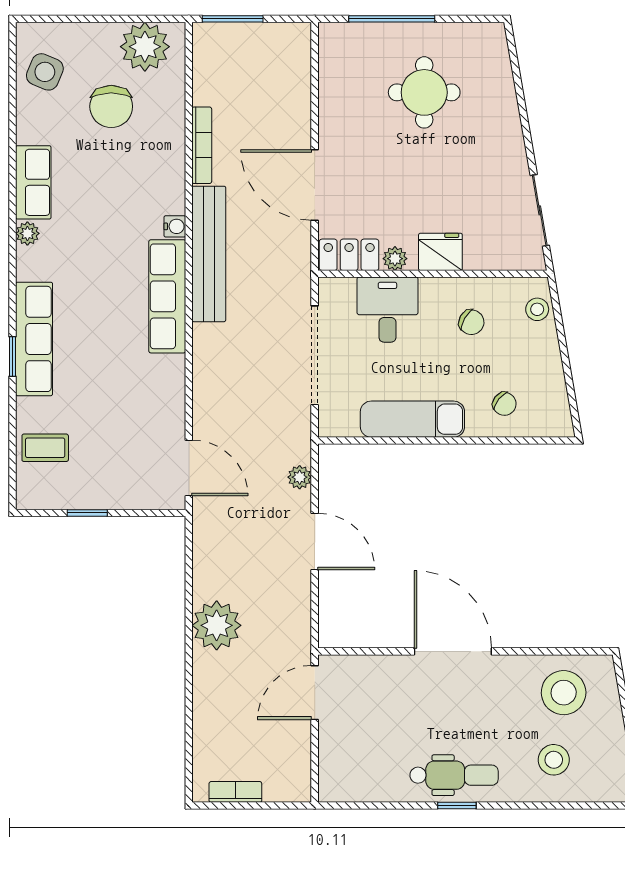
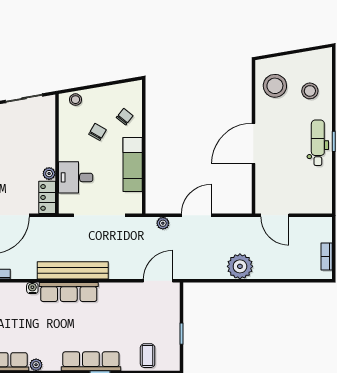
fridge: (440, 252) -> (46, 150), removed
bench: (209, 254) -> (73, 270), moved
chair: (471, 322) -> (97, 132), moved

